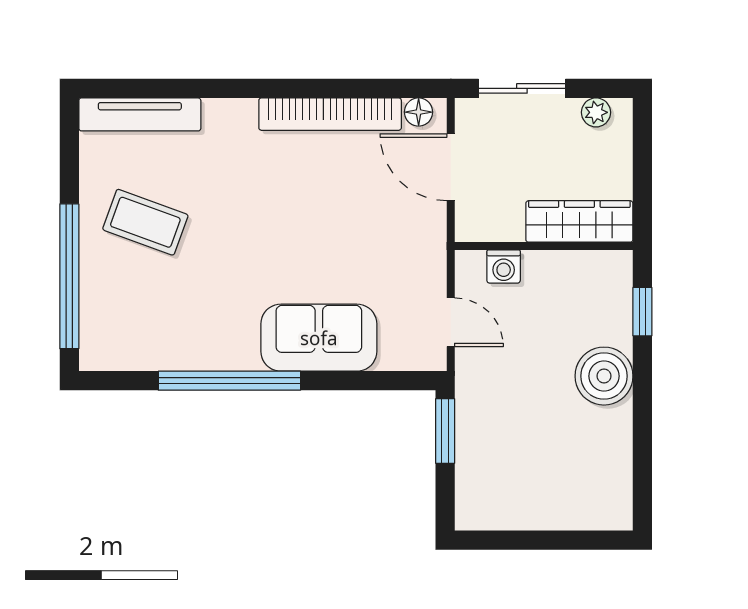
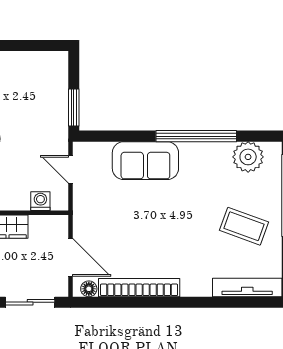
plant: (138, 344) -> (248, 157), added

